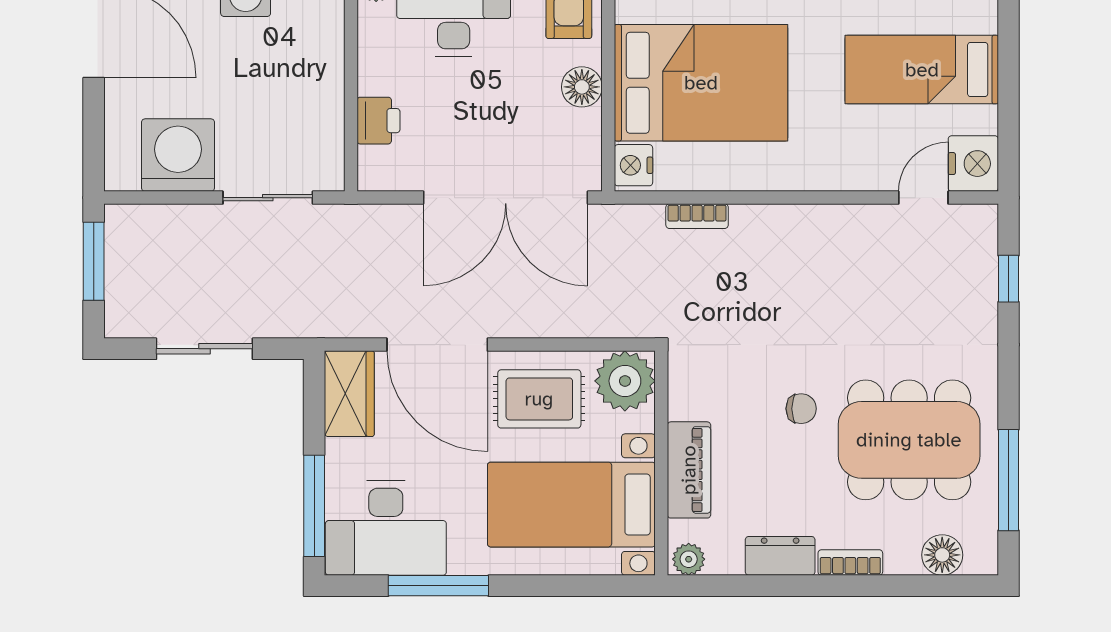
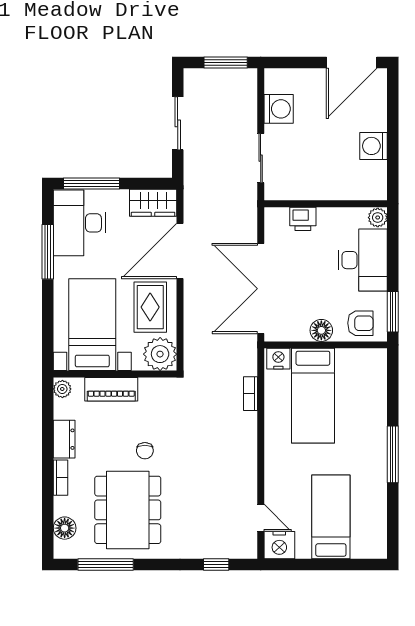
bed: (701, 83) -> (313, 396), width x0.67
washing machine: (178, 155) -> (279, 109), width x0.73, depth x0.73

